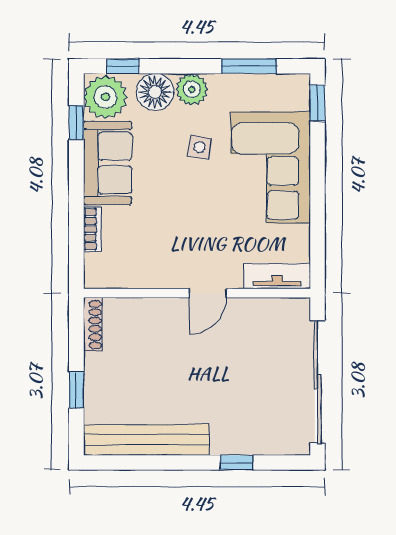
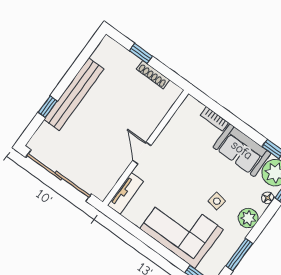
floor lamp: (155, 92) -> (268, 198), width x0.53, depth x0.53
shoe rack: (93, 325) -> (153, 74), moved
bench: (147, 440) -> (74, 94), moved

